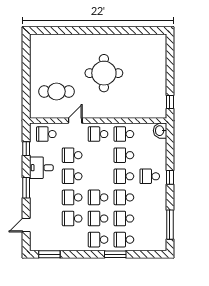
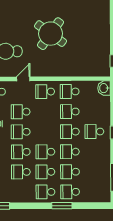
round table: (104, 73) -> (51, 34), turned 36

